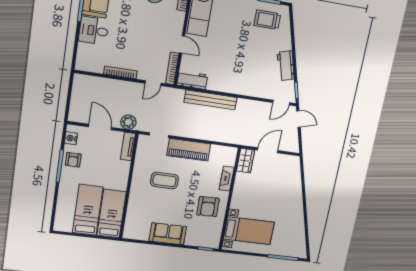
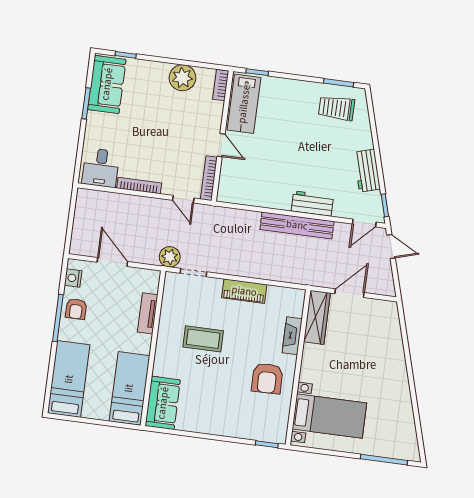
desk: (94, 31) -> (101, 168), moved, turned -90
workbench: (192, 80) -> (312, 204), moved
door: (153, 83) -> (183, 199), hinge flipped
bench: (211, 100) -> (297, 225), moved
plant: (128, 122) -> (170, 257), moved
tv unit: (128, 147) -> (148, 313), moved
piano: (189, 150) -> (244, 291), width x0.73, depth x0.75
wardrobe: (245, 161) -> (317, 317), width x1.50
bed: (88, 210) -> (69, 379), moved
sofa: (168, 234) -> (163, 403), moved, turned 90

